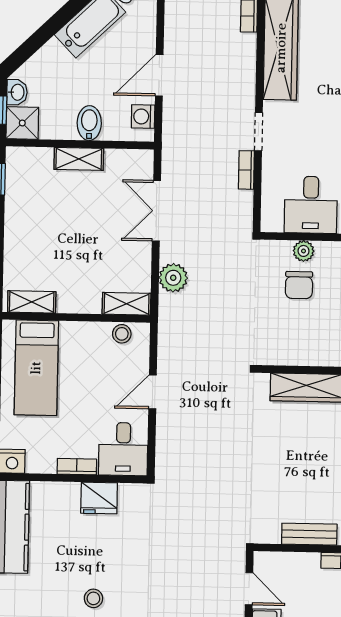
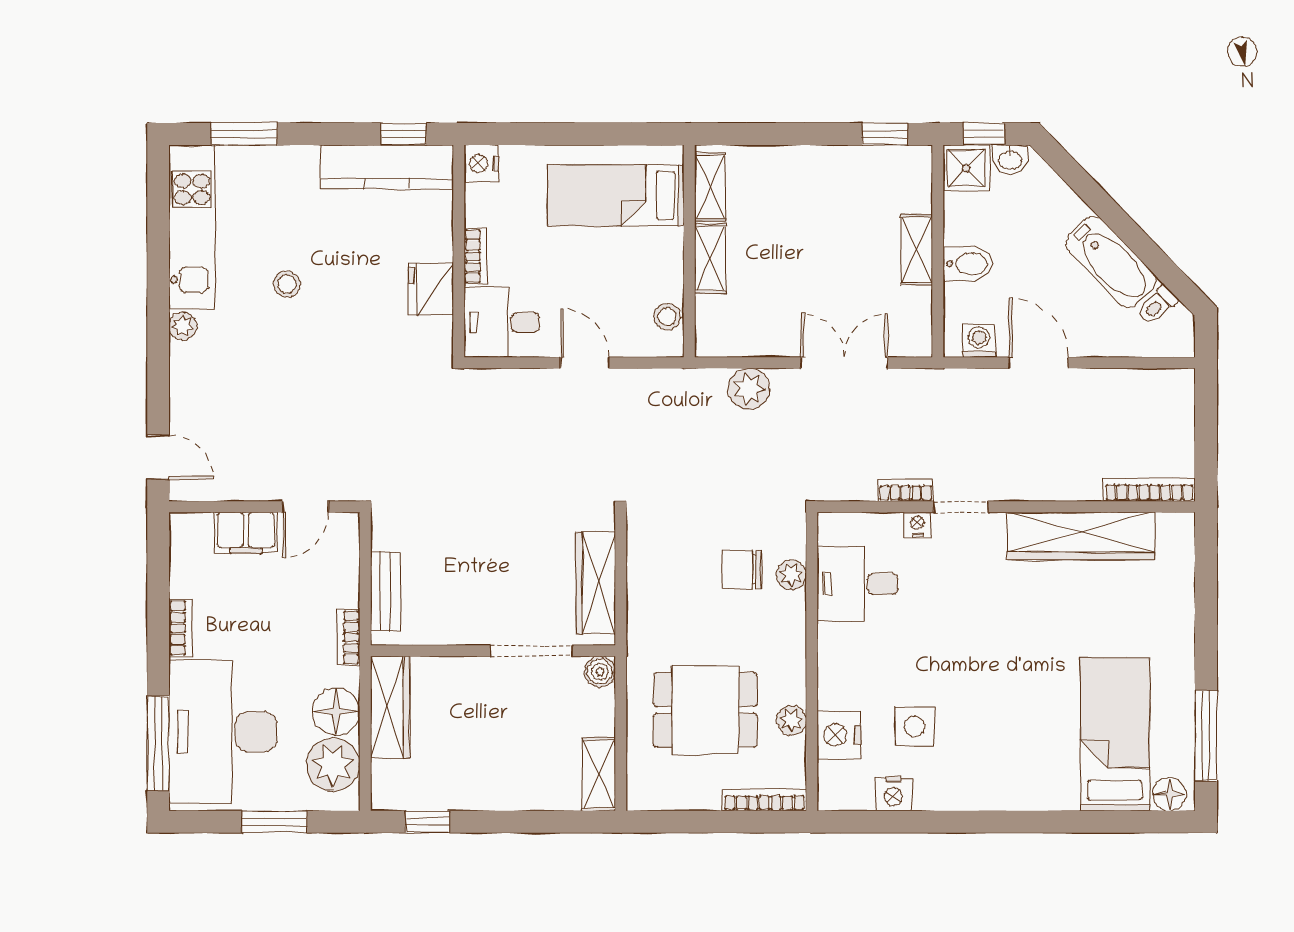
nightstand: (271, 162) -> (917, 525), added
shelving: (127, 304) -> (710, 259), moved

